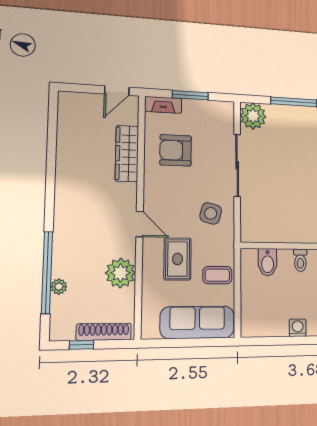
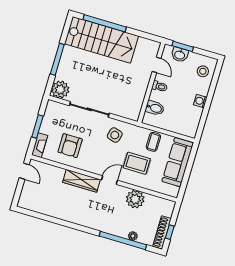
wardrobe: (127, 154) -> (81, 181), moved
shoe rack: (104, 332) -> (162, 232), moved

